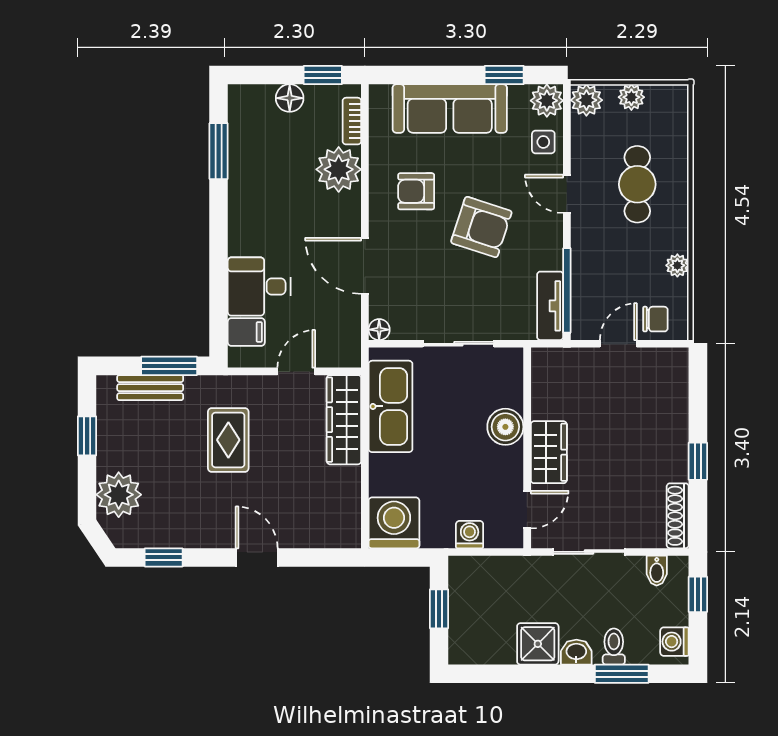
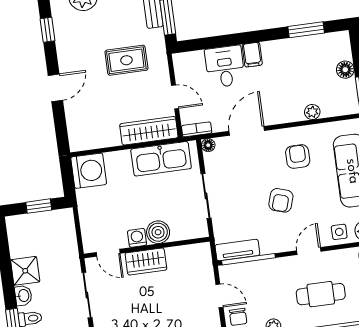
bookcase: (352, 121) -> (197, 129), moved
plant: (339, 169) -> (312, 112), width x0.53, depth x0.53
armchair: (481, 227) -> (281, 200), width x0.72, depth x0.72
filing cabinet: (246, 332) -> (252, 55), moved
washing machine: (470, 535) -> (137, 238), moved, turned -90

